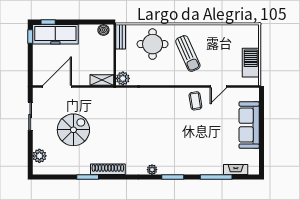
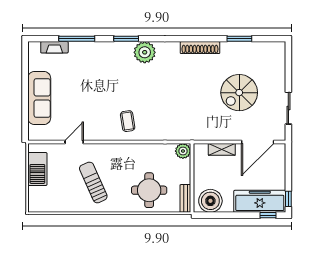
boiler: (103, 30) -> (210, 201), width x1.86, depth x1.86
sun lounger: (188, 53) -> (93, 182), moved
shelving: (102, 80) -> (222, 149), moved
coffee table: (195, 101) -> (128, 121), moved
plant: (39, 156) -> (278, 63), removed
plant: (152, 170) -> (145, 52), width x1.88, depth x1.88
window: (88, 177) -> (239, 39), moved

